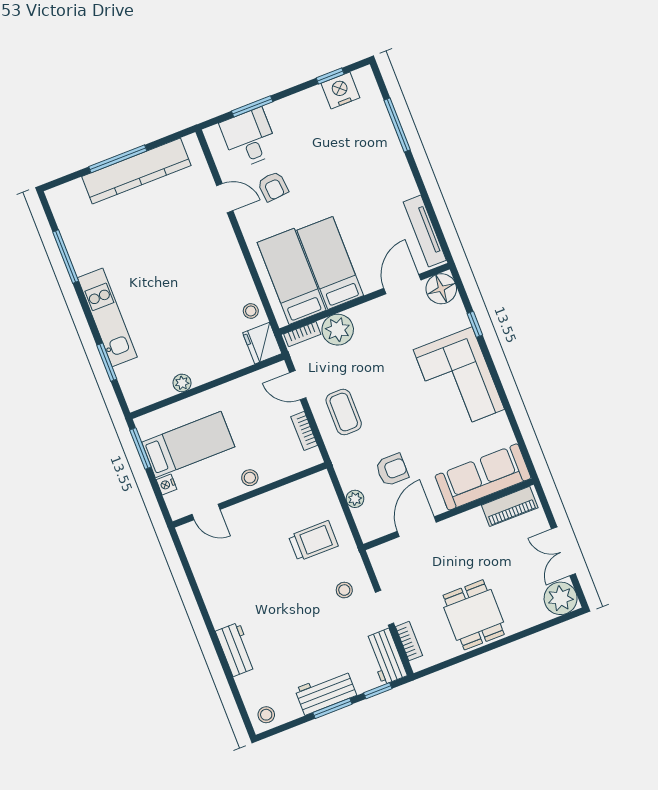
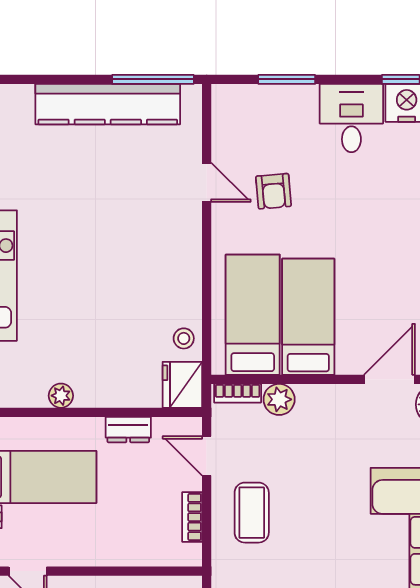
desk: (249, 138) -> (351, 118), moved
window: (118, 159) -> (153, 79), moved
plant: (338, 330) -> (279, 399), width x0.73, depth x0.73
dresser: (237, 388) -> (128, 430), added
stool: (250, 478) -> (100, 549), removed

